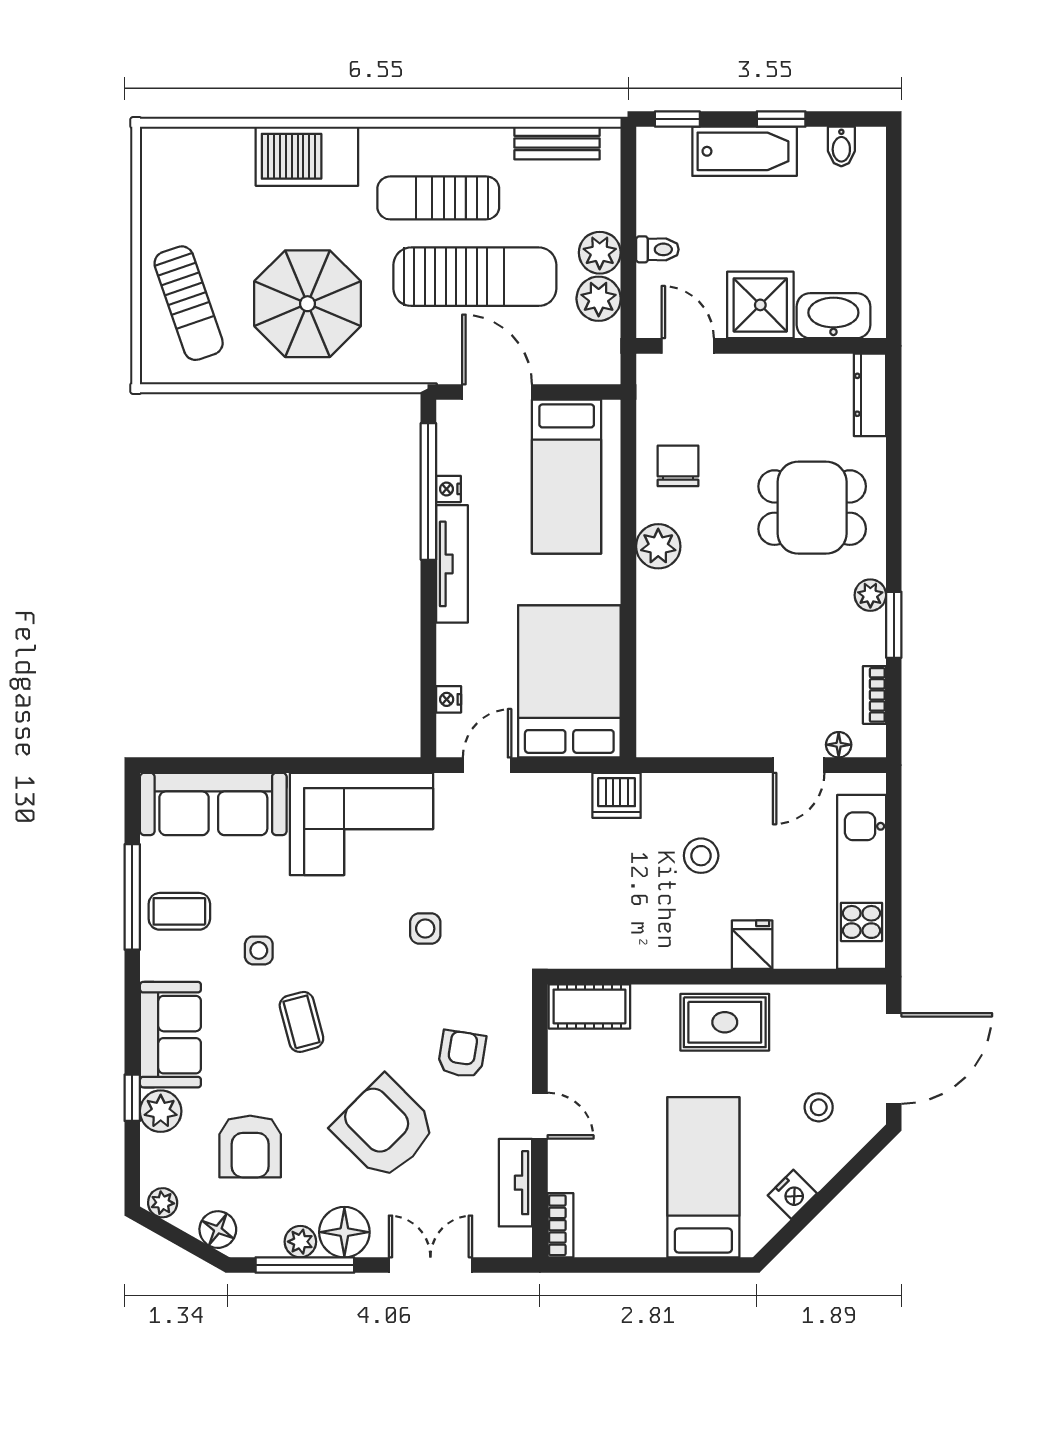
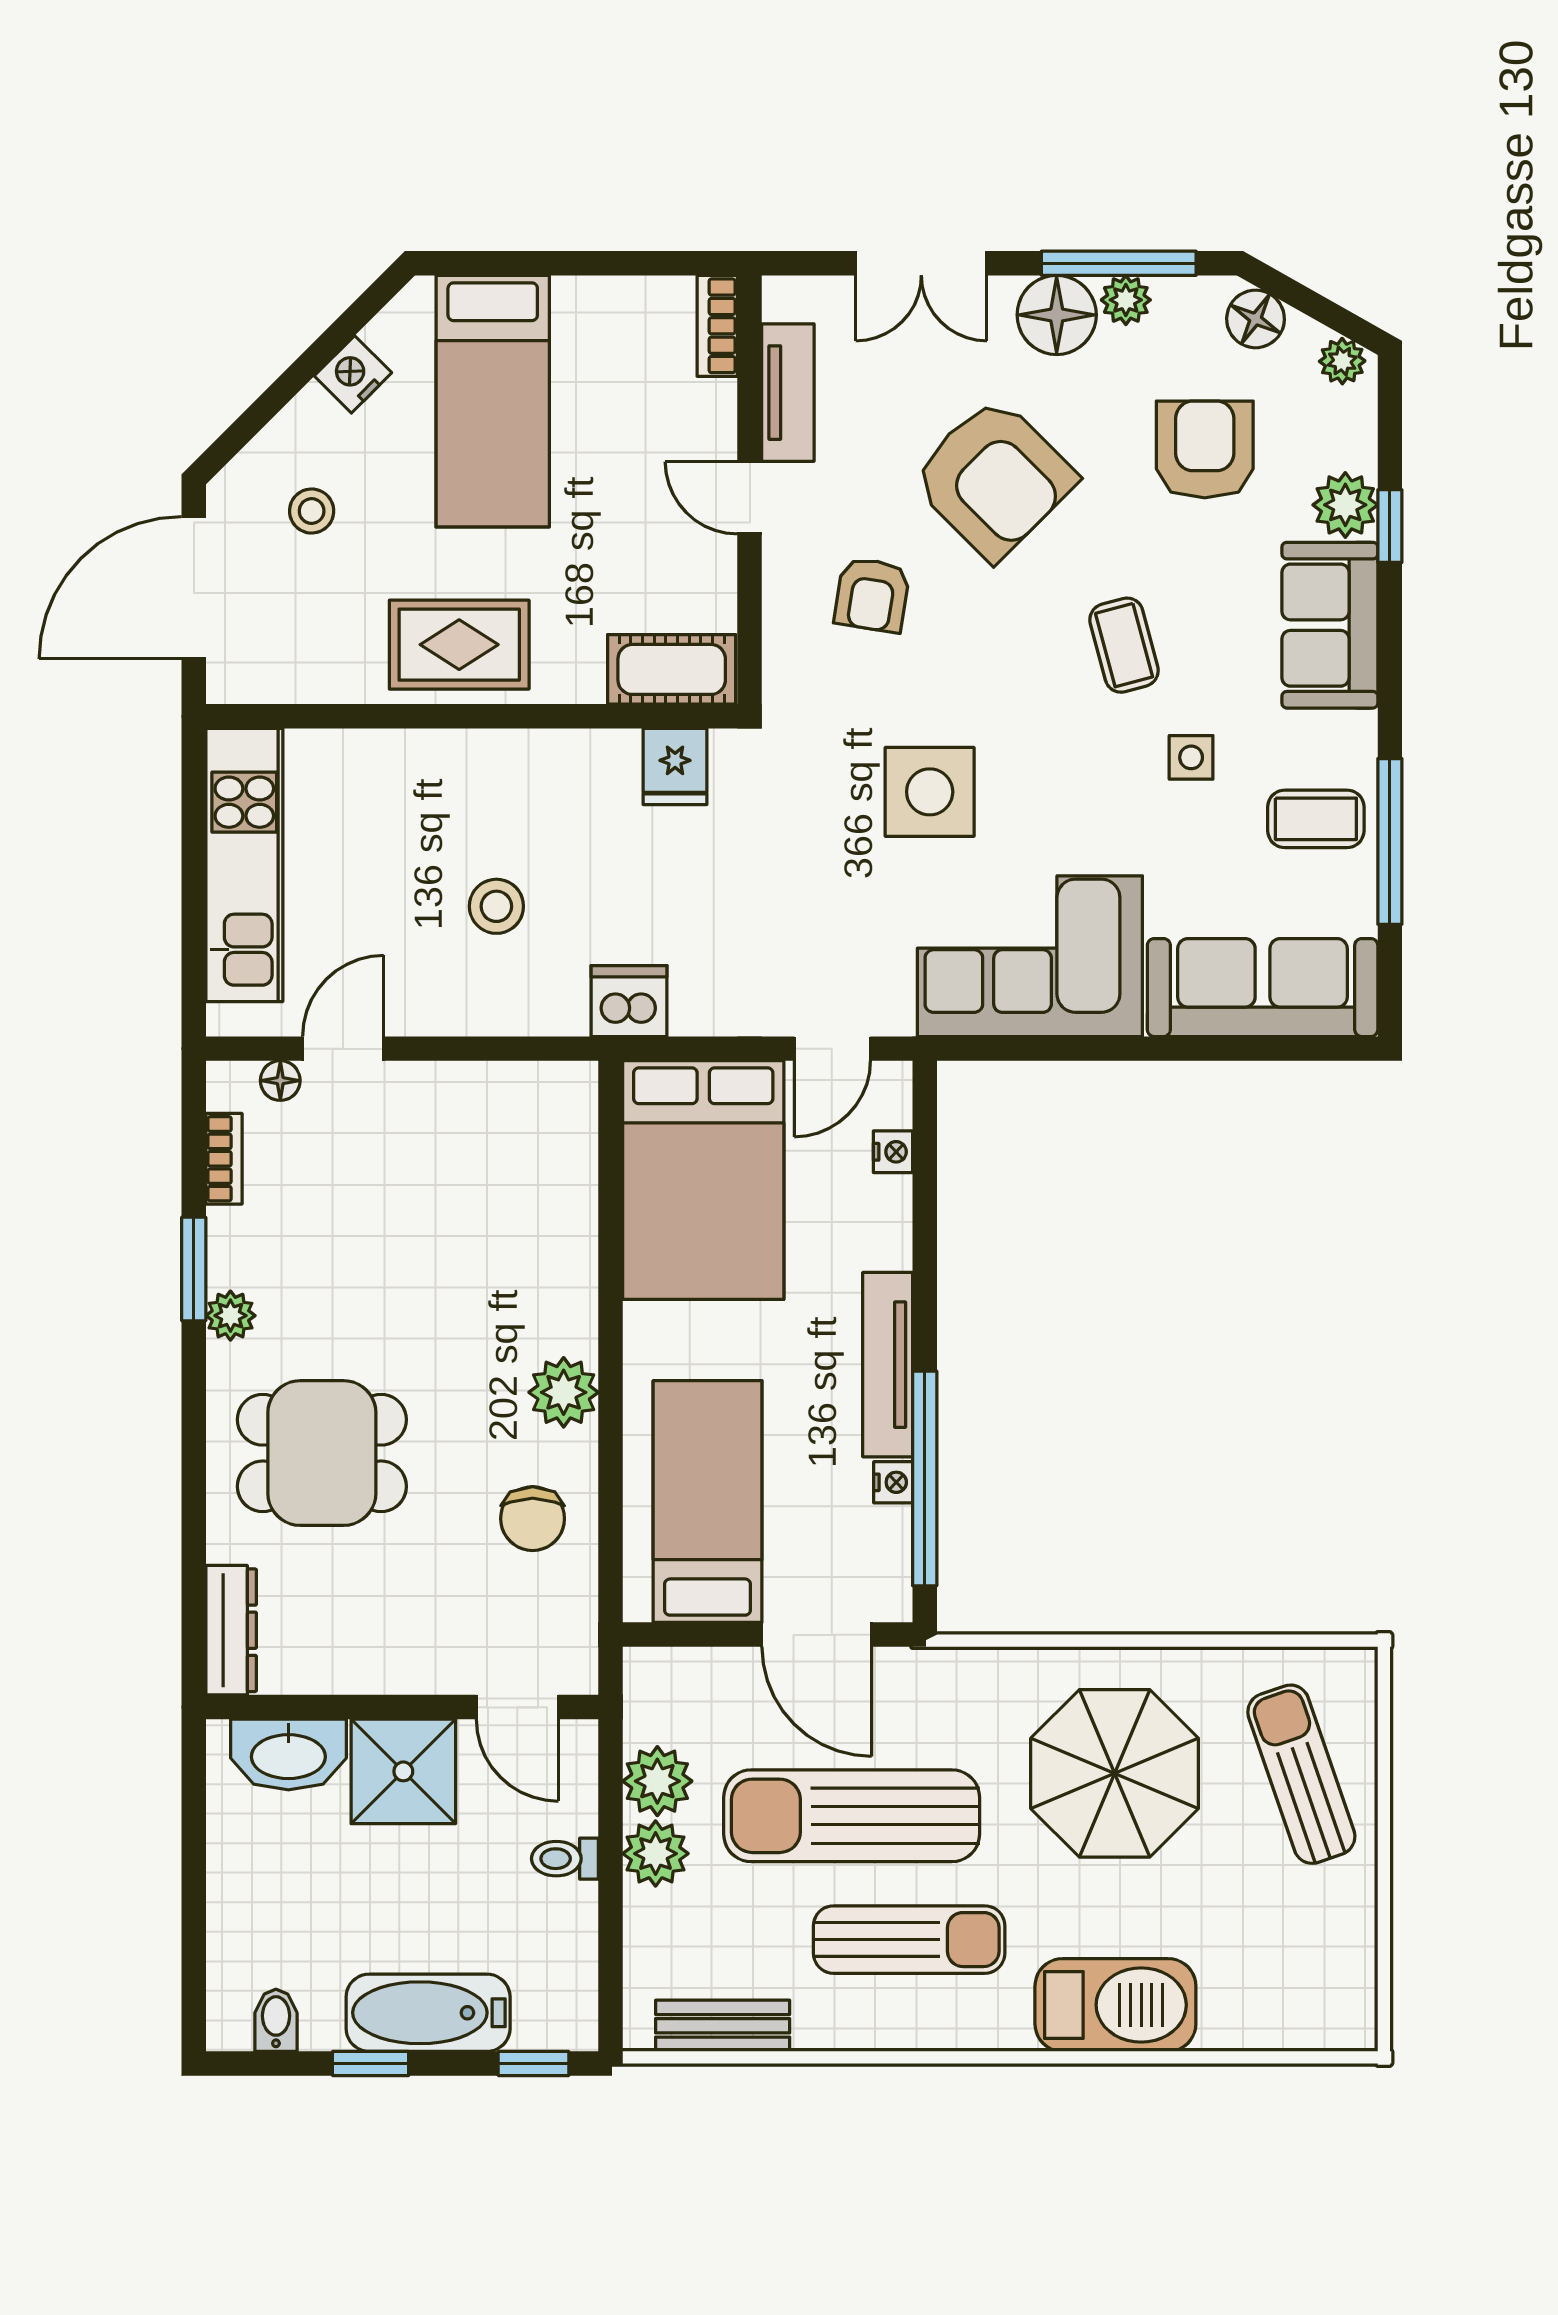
side table: (425, 929) -> (930, 792), width x1.87, depth x1.87
fridge: (752, 945) -> (675, 766), moved

